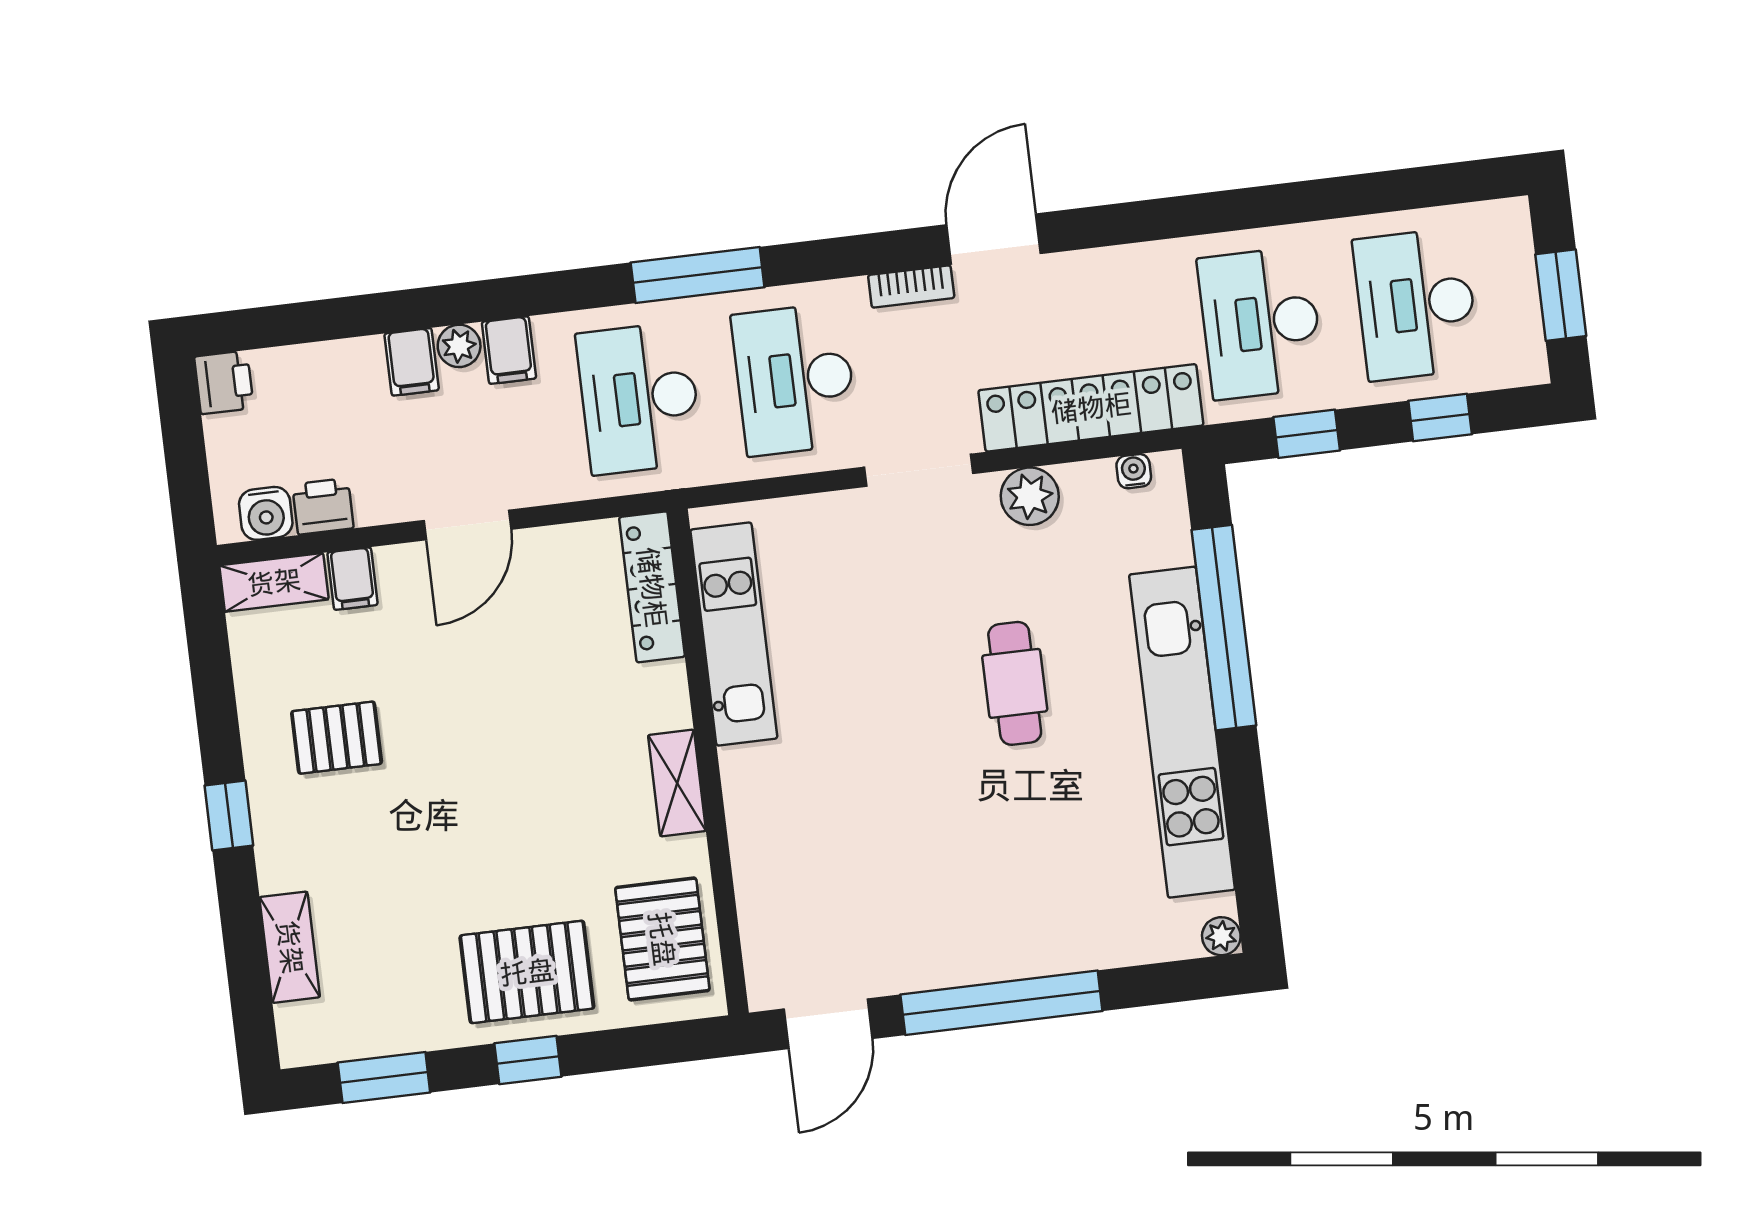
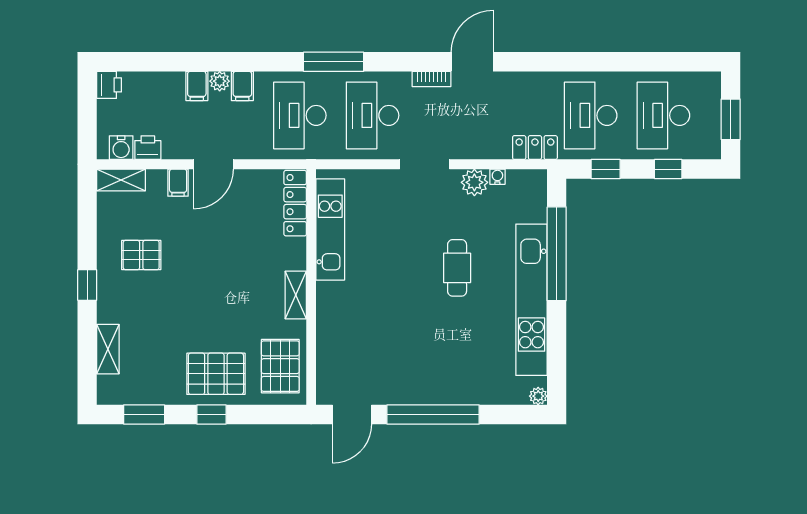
locker: (1091, 408) -> (535, 148), width x0.46, depth x0.83
water cooler: (1134, 471) -> (497, 177), moved
filing cabinet: (352, 579) -> (178, 183), moved

